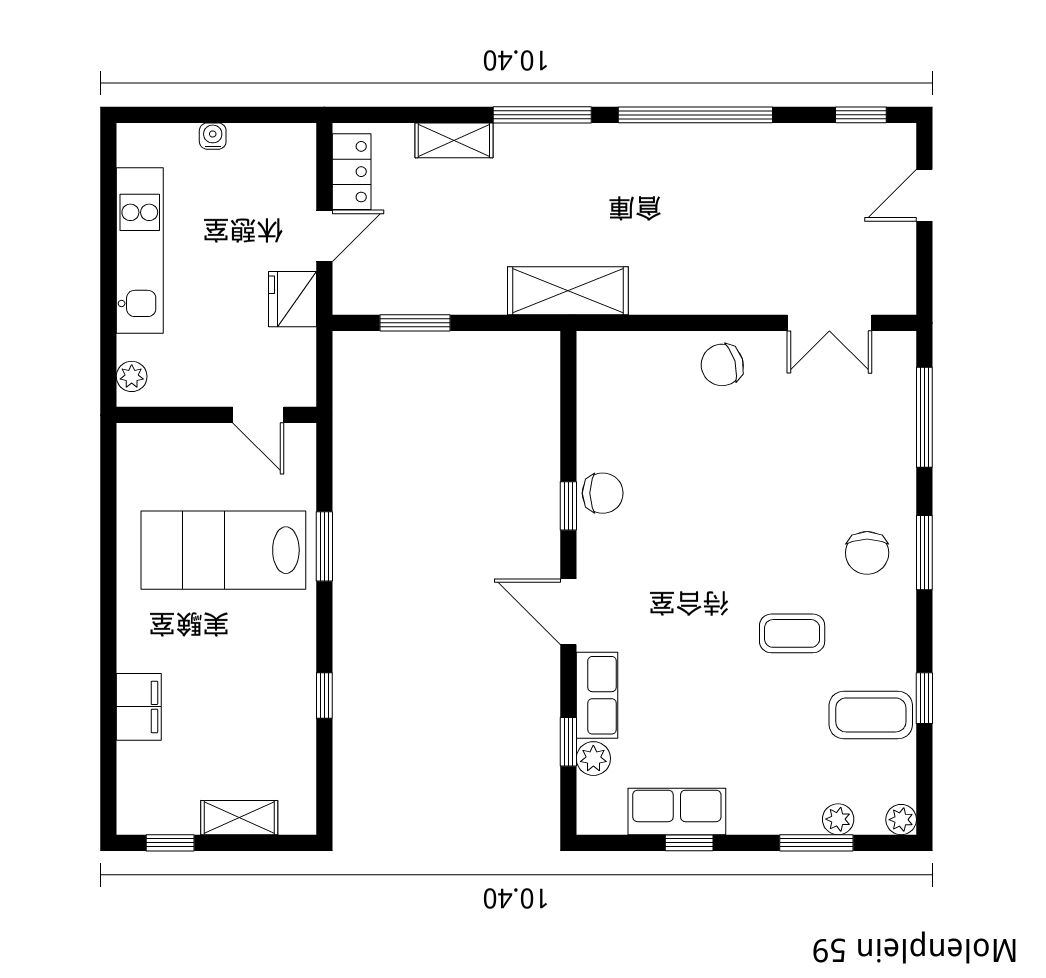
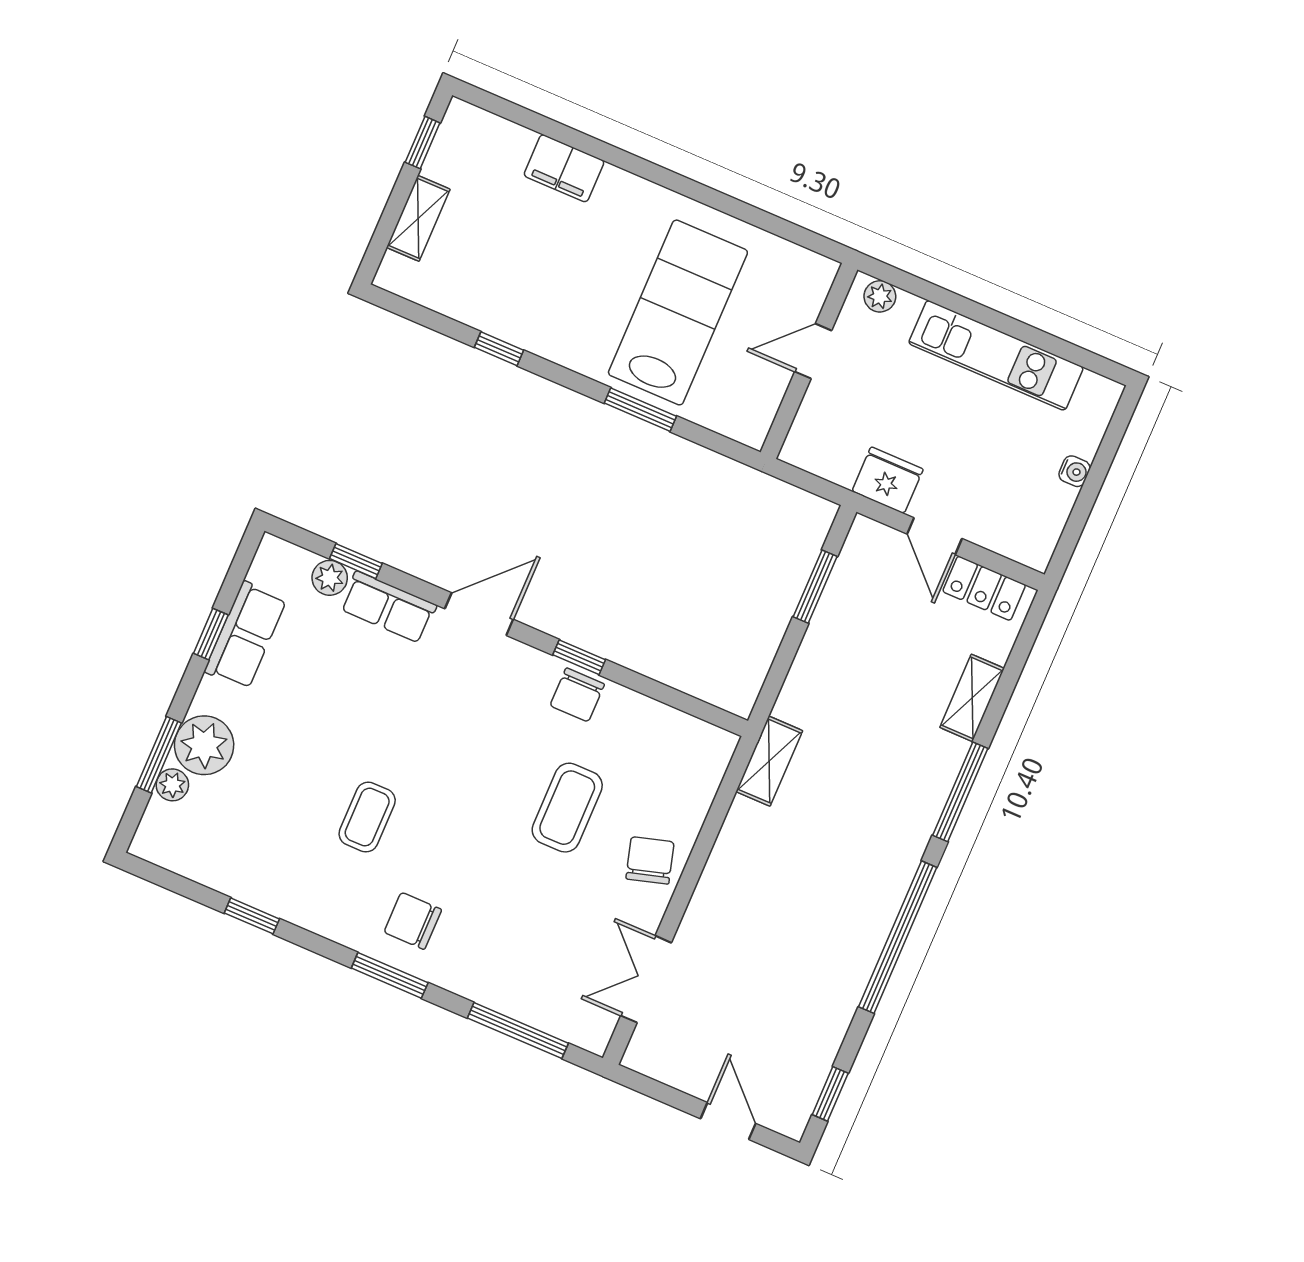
shelving: (568, 291) -> (769, 761), width x0.67, depth x0.75
door: (258, 415) -> (813, 351), moved
coffee table: (871, 715) -> (567, 808), moved
plant: (901, 820) -> (204, 745), moved, width x1.87, depth x1.87

